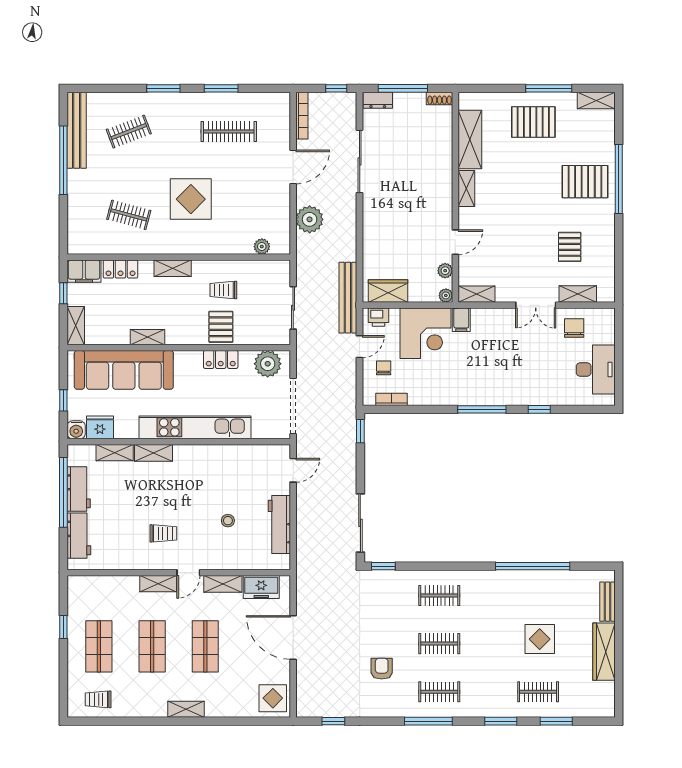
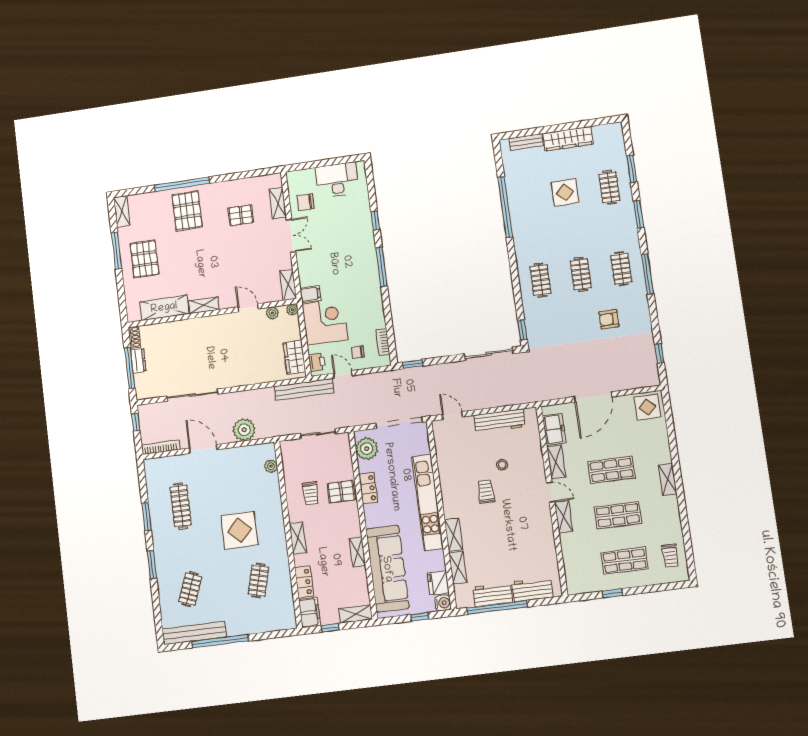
dresser: (378, 100) -> (138, 361), moved
clothes rail: (129, 132) -> (190, 589), turned 42
trolley: (163, 533) -> (486, 492), moved

